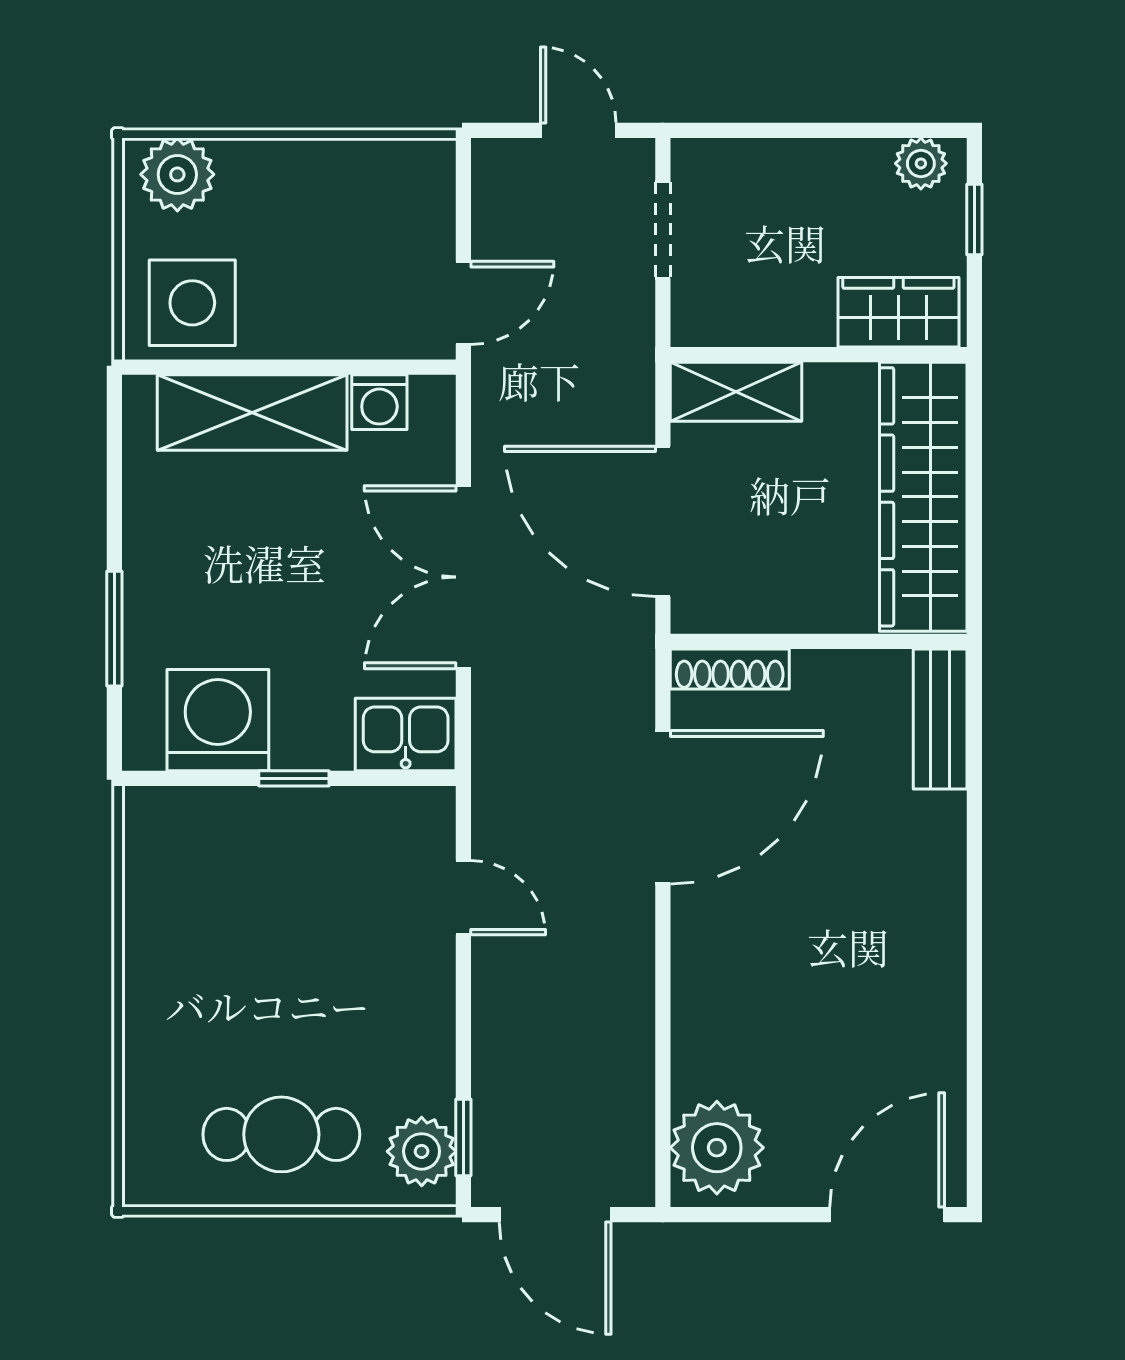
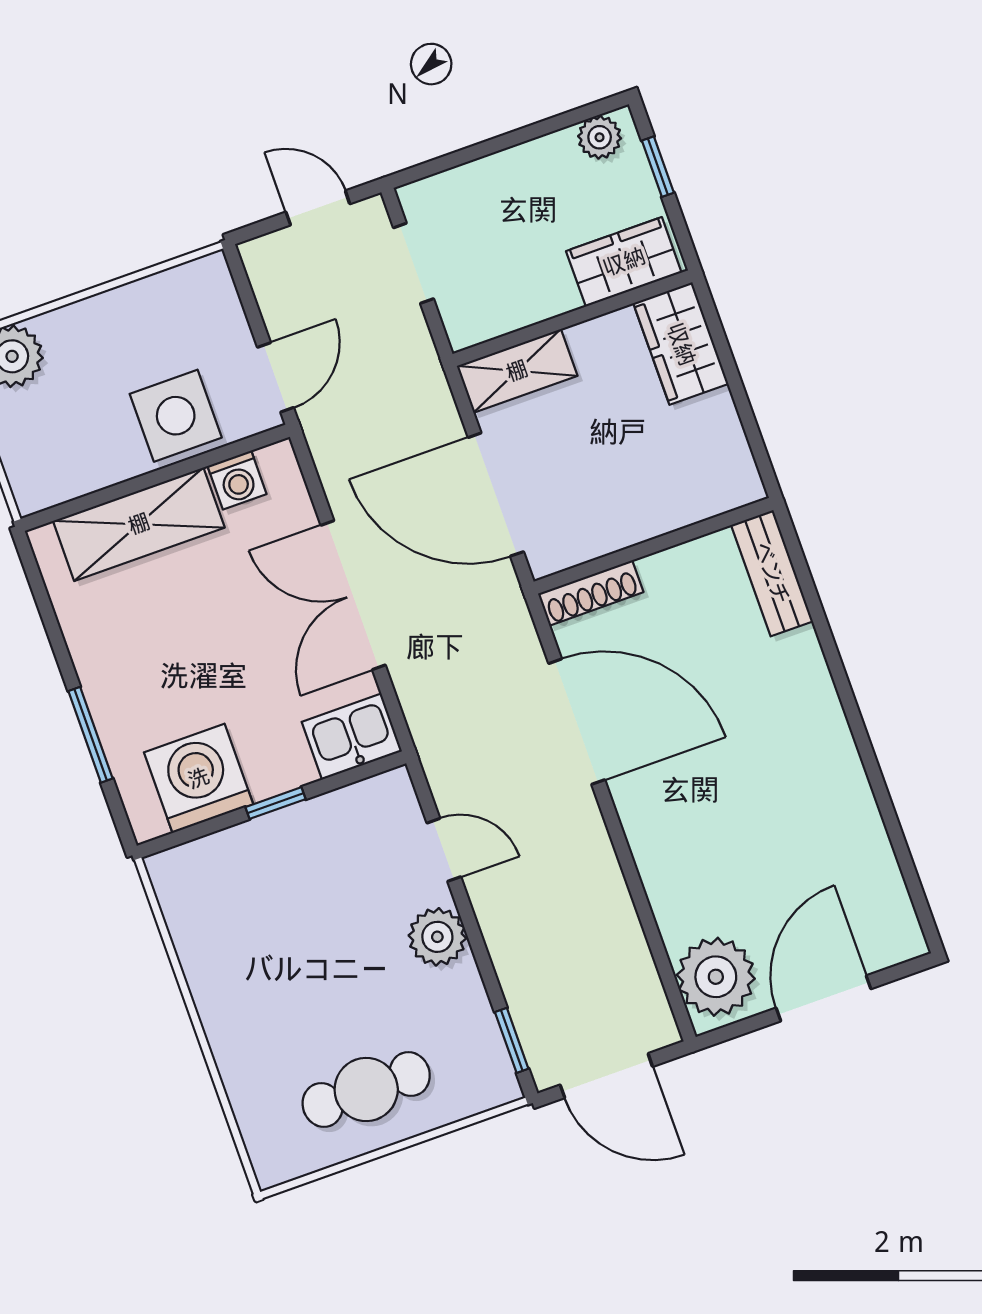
side table: (192, 303) -> (176, 416), moved
wardrobe: (923, 497) -> (681, 344), width x0.48, depth x0.85
door: (663, 807) -> (577, 722), hinge flipped
plant: (422, 1151) -> (437, 937), moved
door: (887, 1215) -> (823, 998), moved

